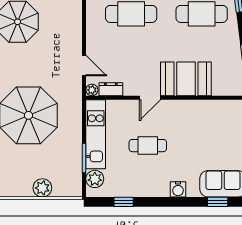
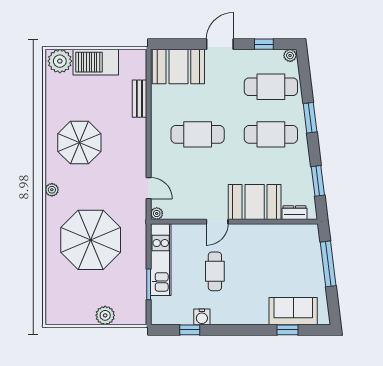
dresser: (111, 89) -> (295, 213), moved
cafe table: (148, 146) -> (215, 271), turned 90
plant: (95, 179) -> (160, 306), removed
water cooler: (178, 189) -> (202, 317), moved

